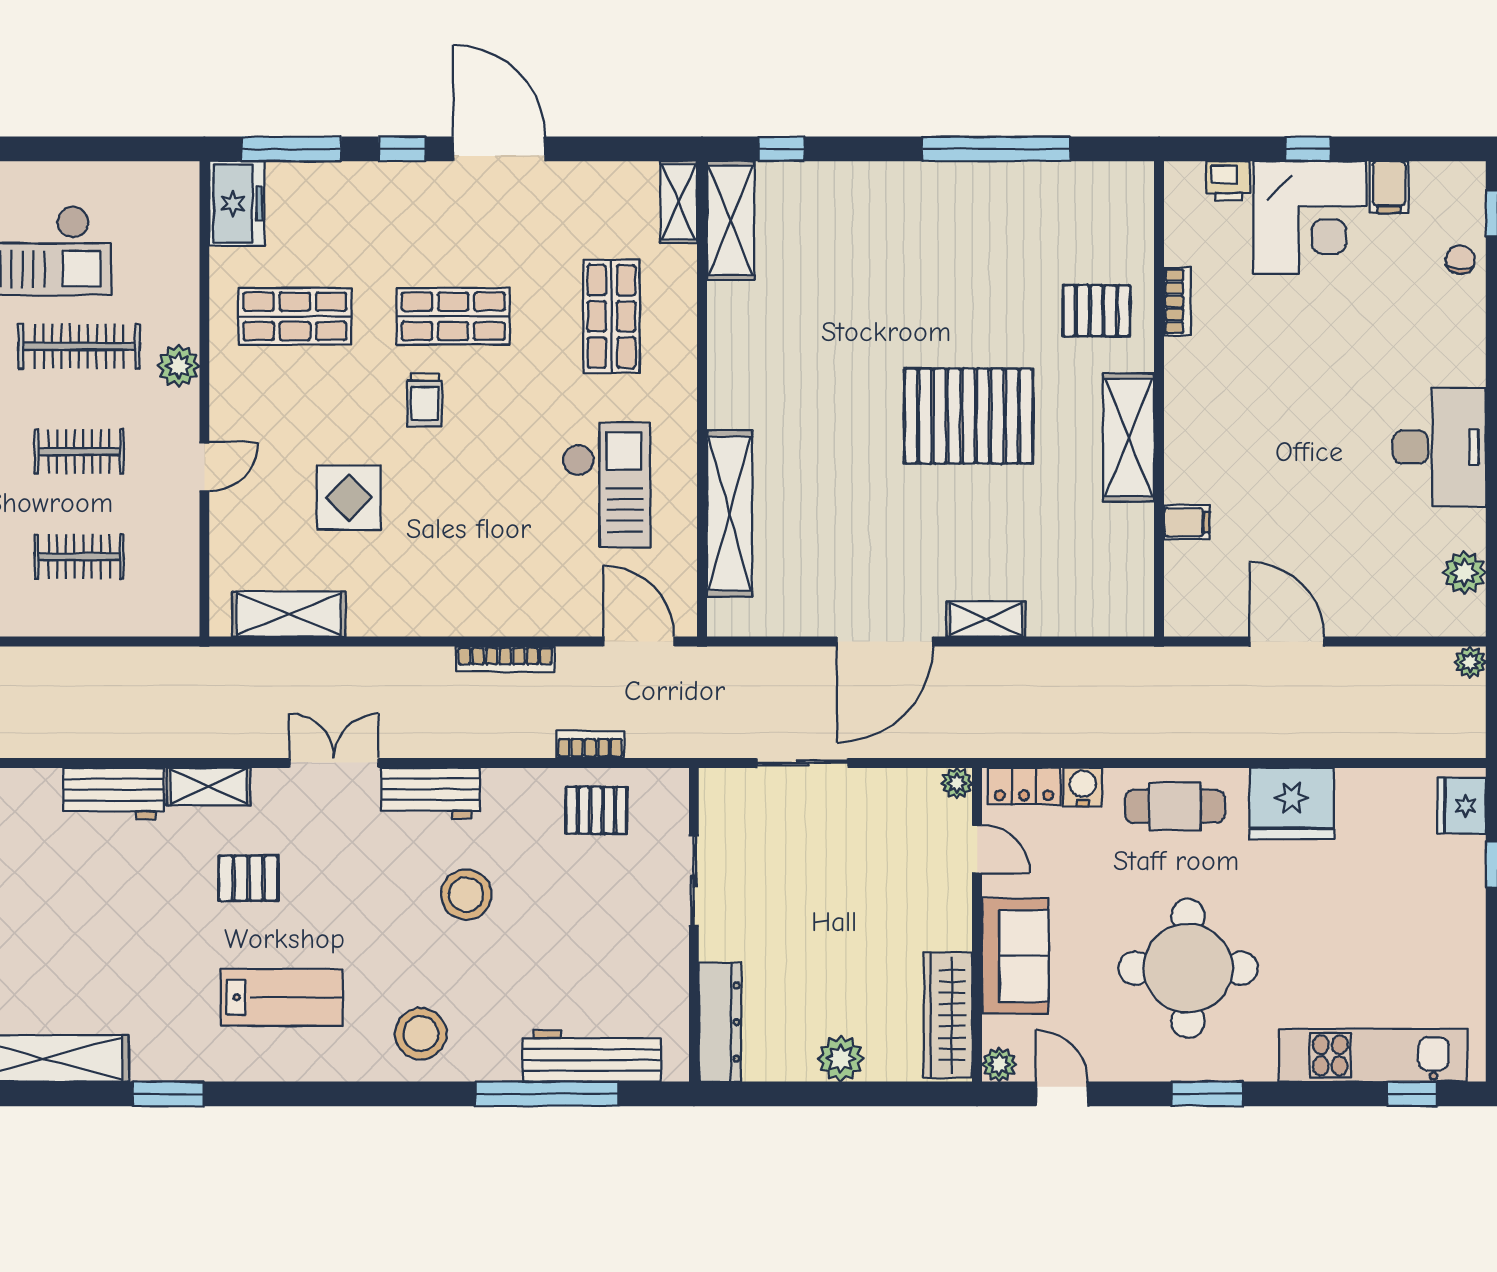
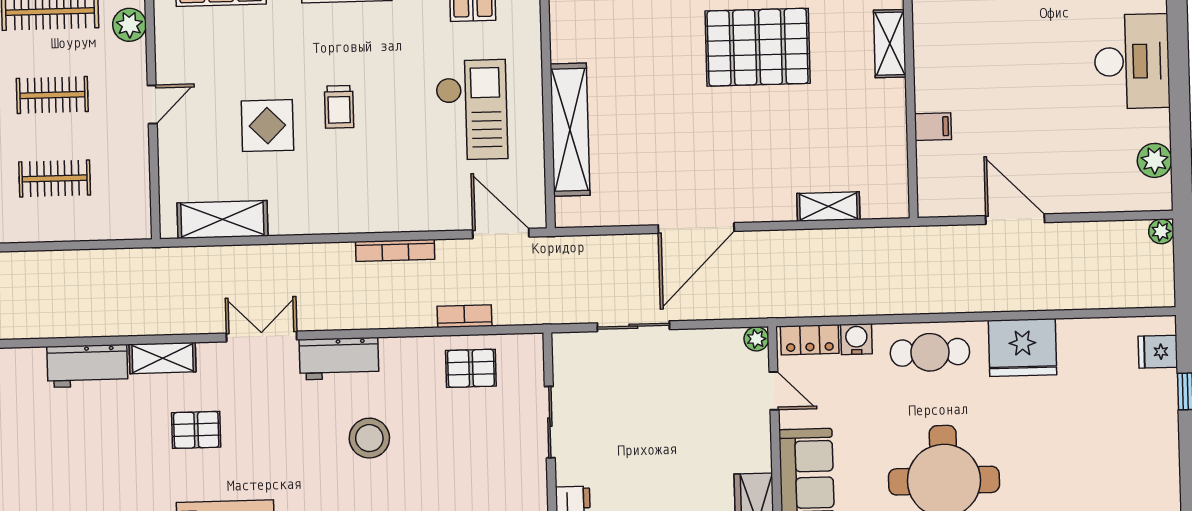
trolley: (425, 400) -> (339, 107), moved
shelving: (1129, 438) -> (890, 44), width x0.67, depth x0.75
shelving: (986, 619) -> (828, 206), moved
fridge: (1462, 806) -> (1158, 352), width x0.72

